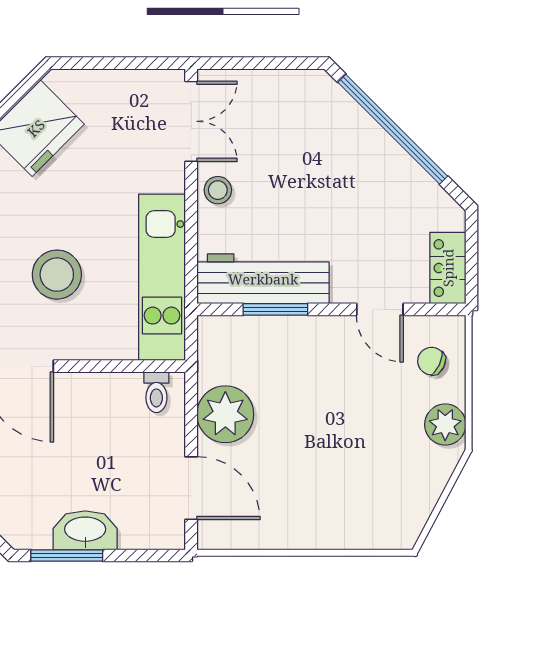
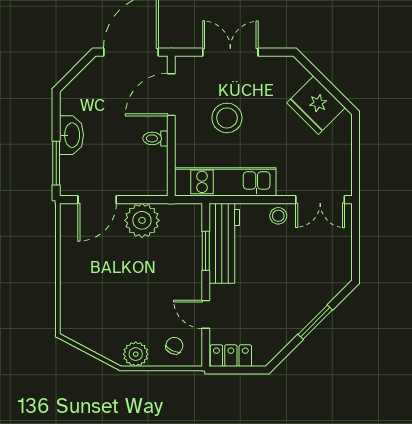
window: (393, 129) -> (315, 322), width x0.47
door: (380, 309) -> (206, 314), hinge flipped
toilet: (156, 392) -> (155, 138), moved
window: (67, 556) -> (56, 163), moved

